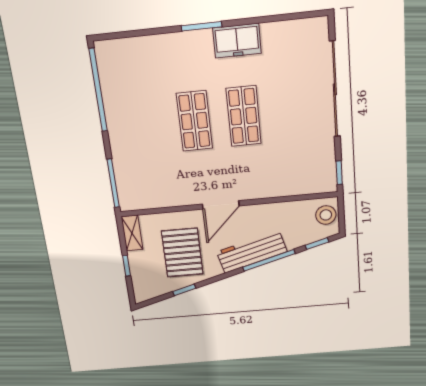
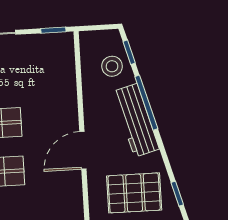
door: (221, 205) -> (83, 150), swing flipped
stool: (326, 215) -> (112, 66), moved

